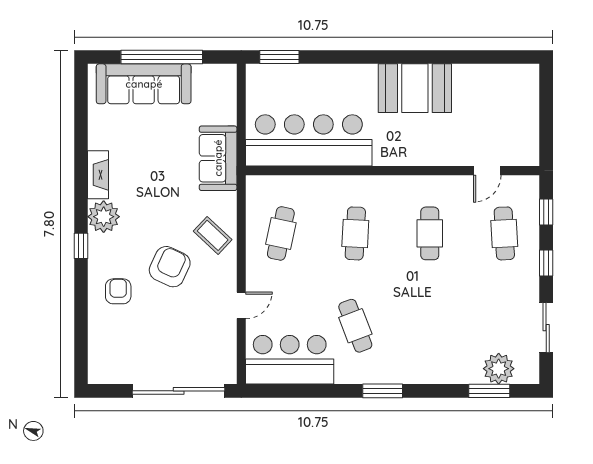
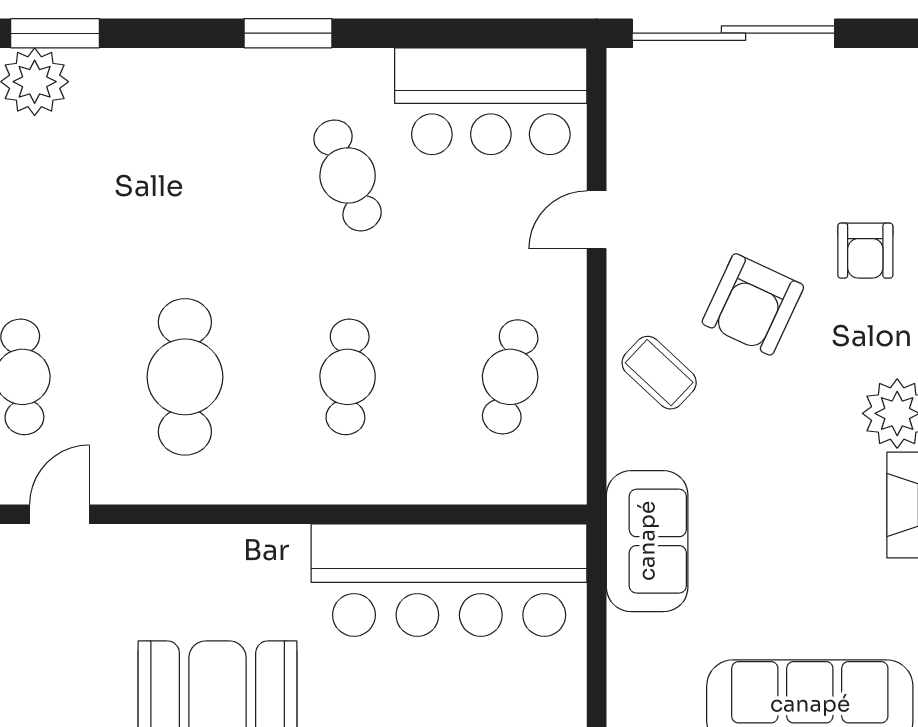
cafe table: (430, 233) -> (185, 377), width x1.37, depth x1.35

